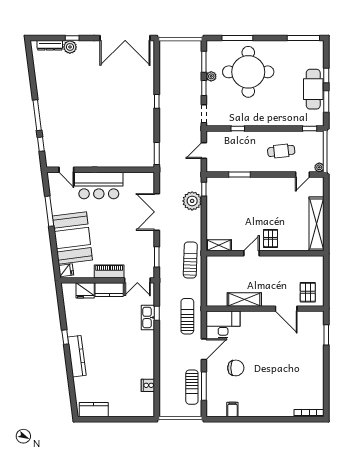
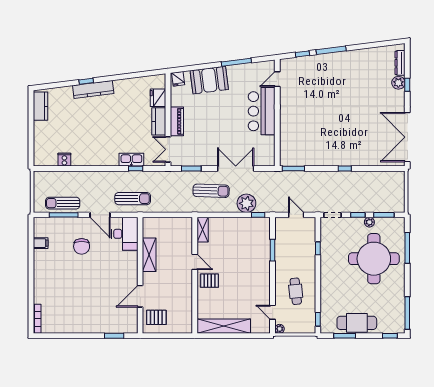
window: (326, 75) -> (390, 336), moved
booth: (72, 238) -> (209, 80), width x0.73, depth x0.70
sun lounger: (190, 260) -> (211, 191), moved
window: (65, 337) -> (86, 81), moved

